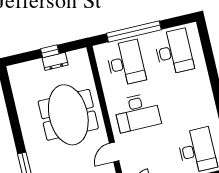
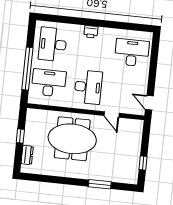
desk: (174, 52) -> (53, 44), turned -90
dresser: (55, 61) -> (27, 155), moved
printer: (205, 92) -> (91, 32), added

